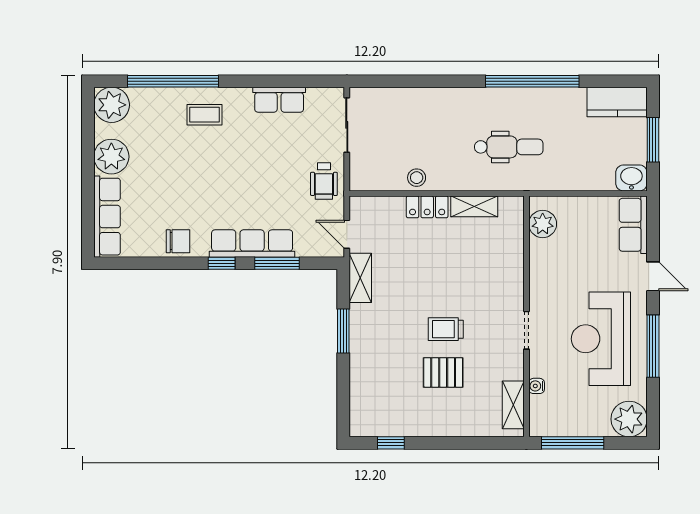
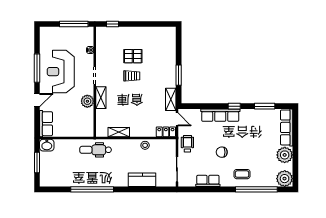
kitchen counter: (617, 102) -> (142, 180), moved
dental chair: (509, 147) -> (96, 150), moved
locker: (427, 207) -> (166, 132), moved
plant: (543, 224) -> (87, 101), moved
chair: (178, 241) -> (222, 152), moved
window: (277, 263) -> (265, 106), moved
door: (653, 276) -> (37, 100), swing flipped
reception desk: (601, 339) -> (61, 72), turned 180
shelving: (513, 405) -> (101, 98), moved
plant: (629, 419) -> (48, 35), removed
window: (391, 443) -> (113, 24), moved

